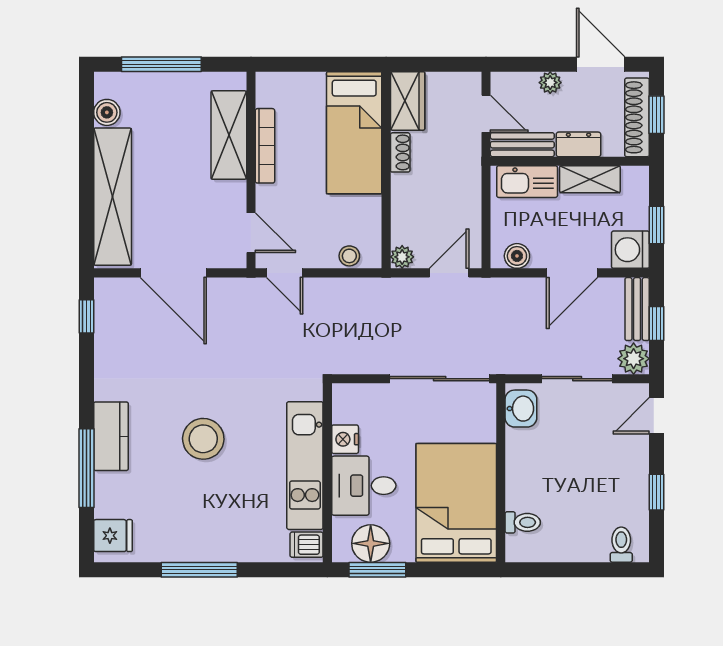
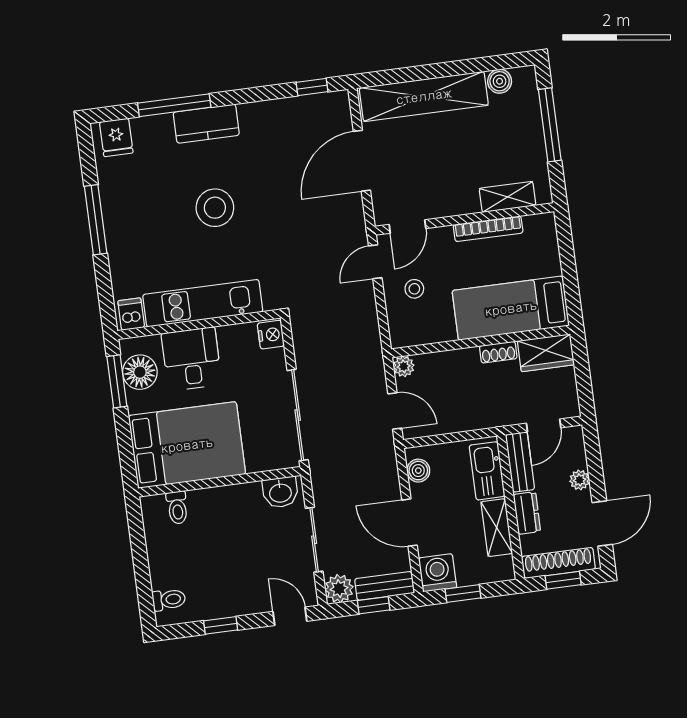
shelving: (229, 135) -> (508, 197), width x0.67, depth x0.75
stool: (349, 256) -> (414, 289), moved
nightstand: (345, 439) -> (271, 335), moved, turned 90

